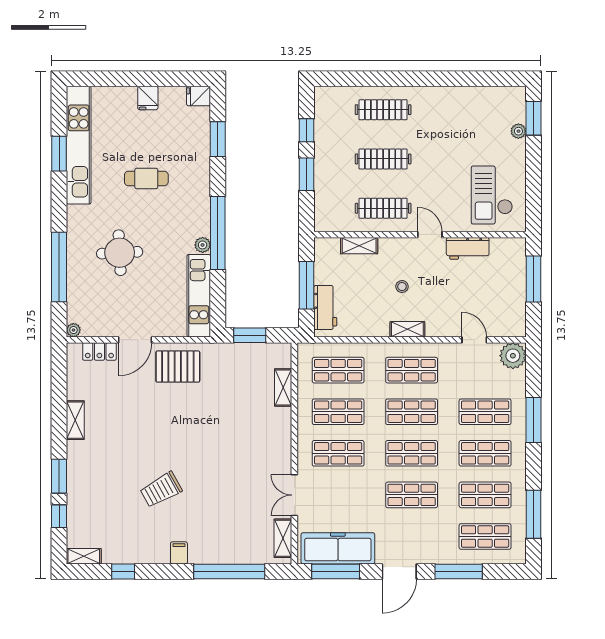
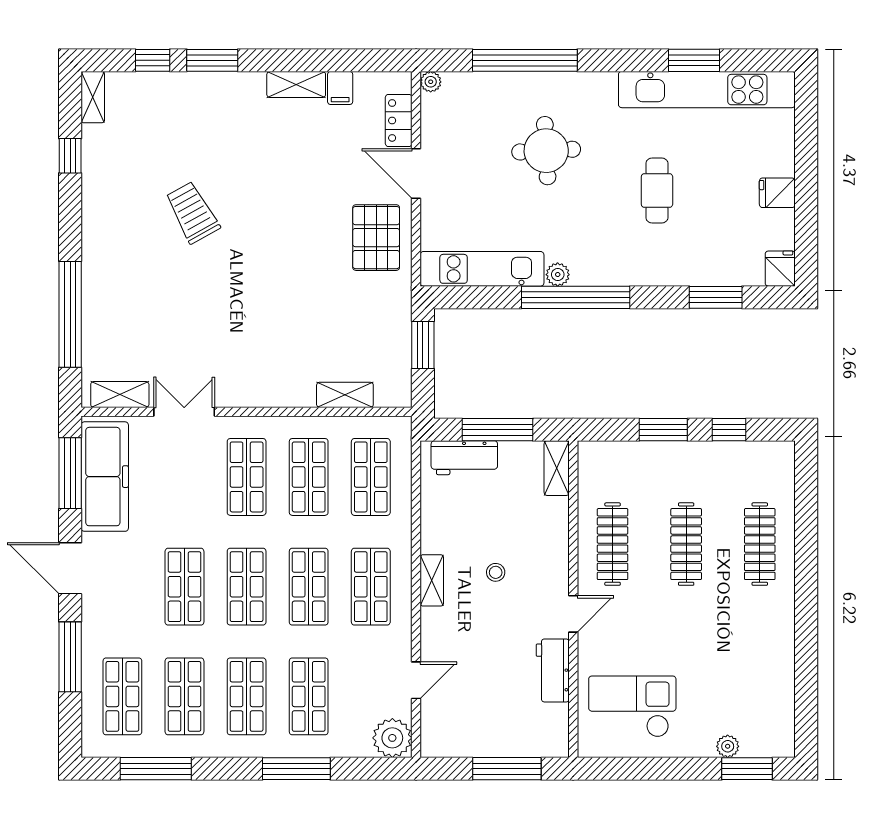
shelving: (359, 246) -> (557, 468), moved
filing cabinet: (179, 553) -> (340, 88), moved, turned 90

